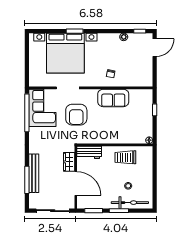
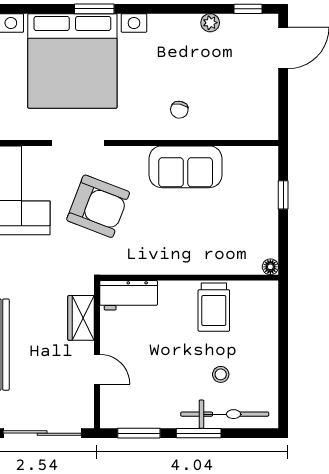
armchair: (76, 115) -> (98, 206), turned -69
trolley: (125, 157) -> (214, 307), turned -90
door: (76, 184) -> (97, 369), width x0.53

